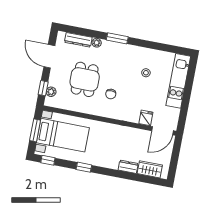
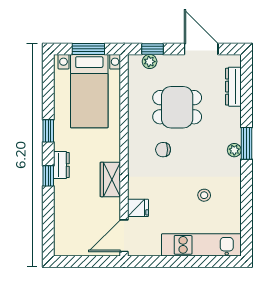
plant: (97, 43) -> (234, 150), moved
door: (49, 56) -> (201, 49), hinge flipped
door: (162, 131) -> (124, 236), hinge flipped
window: (48, 160) -> (48, 176), moved
dresser: (128, 167) -> (61, 165), moved
wardrobe: (150, 169) -> (110, 179), moved, turned 180

